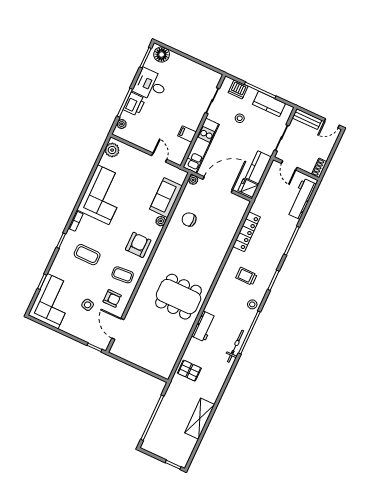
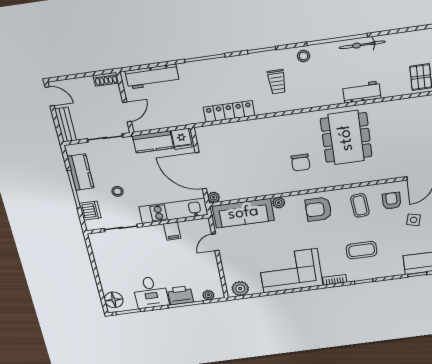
sofa: (166, 198) -> (243, 213), width x1.36
chair: (189, 220) -> (301, 163), moved
coffee table: (87, 255) -> (362, 250), turned 90

